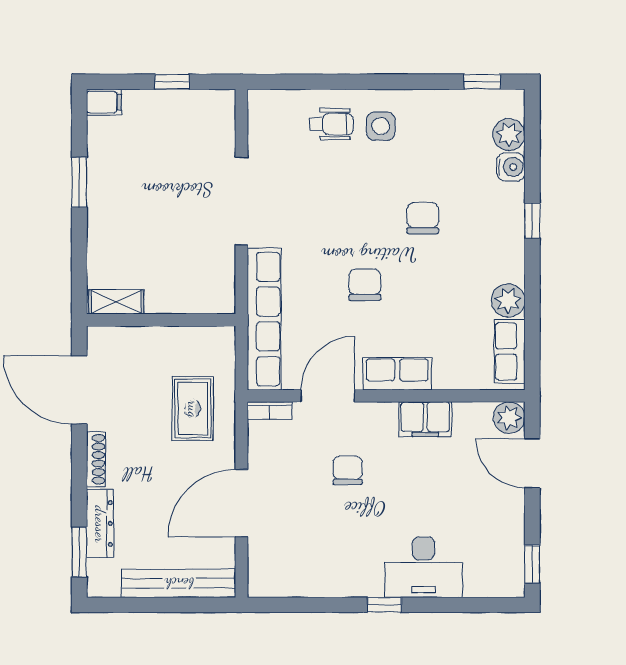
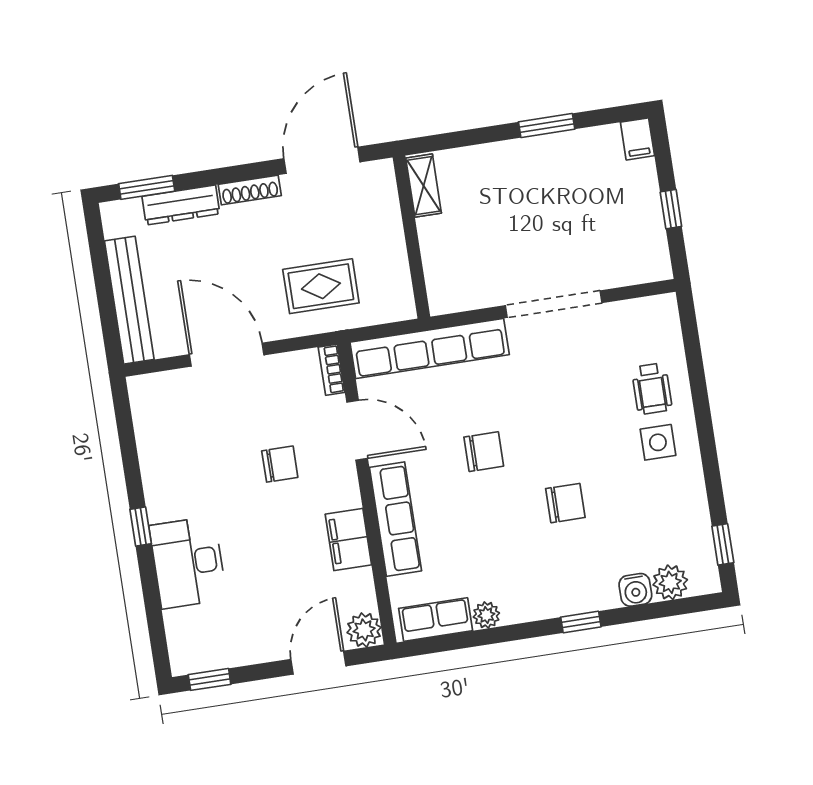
plant: (508, 301) -> (486, 615), width x0.73, depth x0.73
row of seats: (397, 374) -> (395, 519), width x1.48

